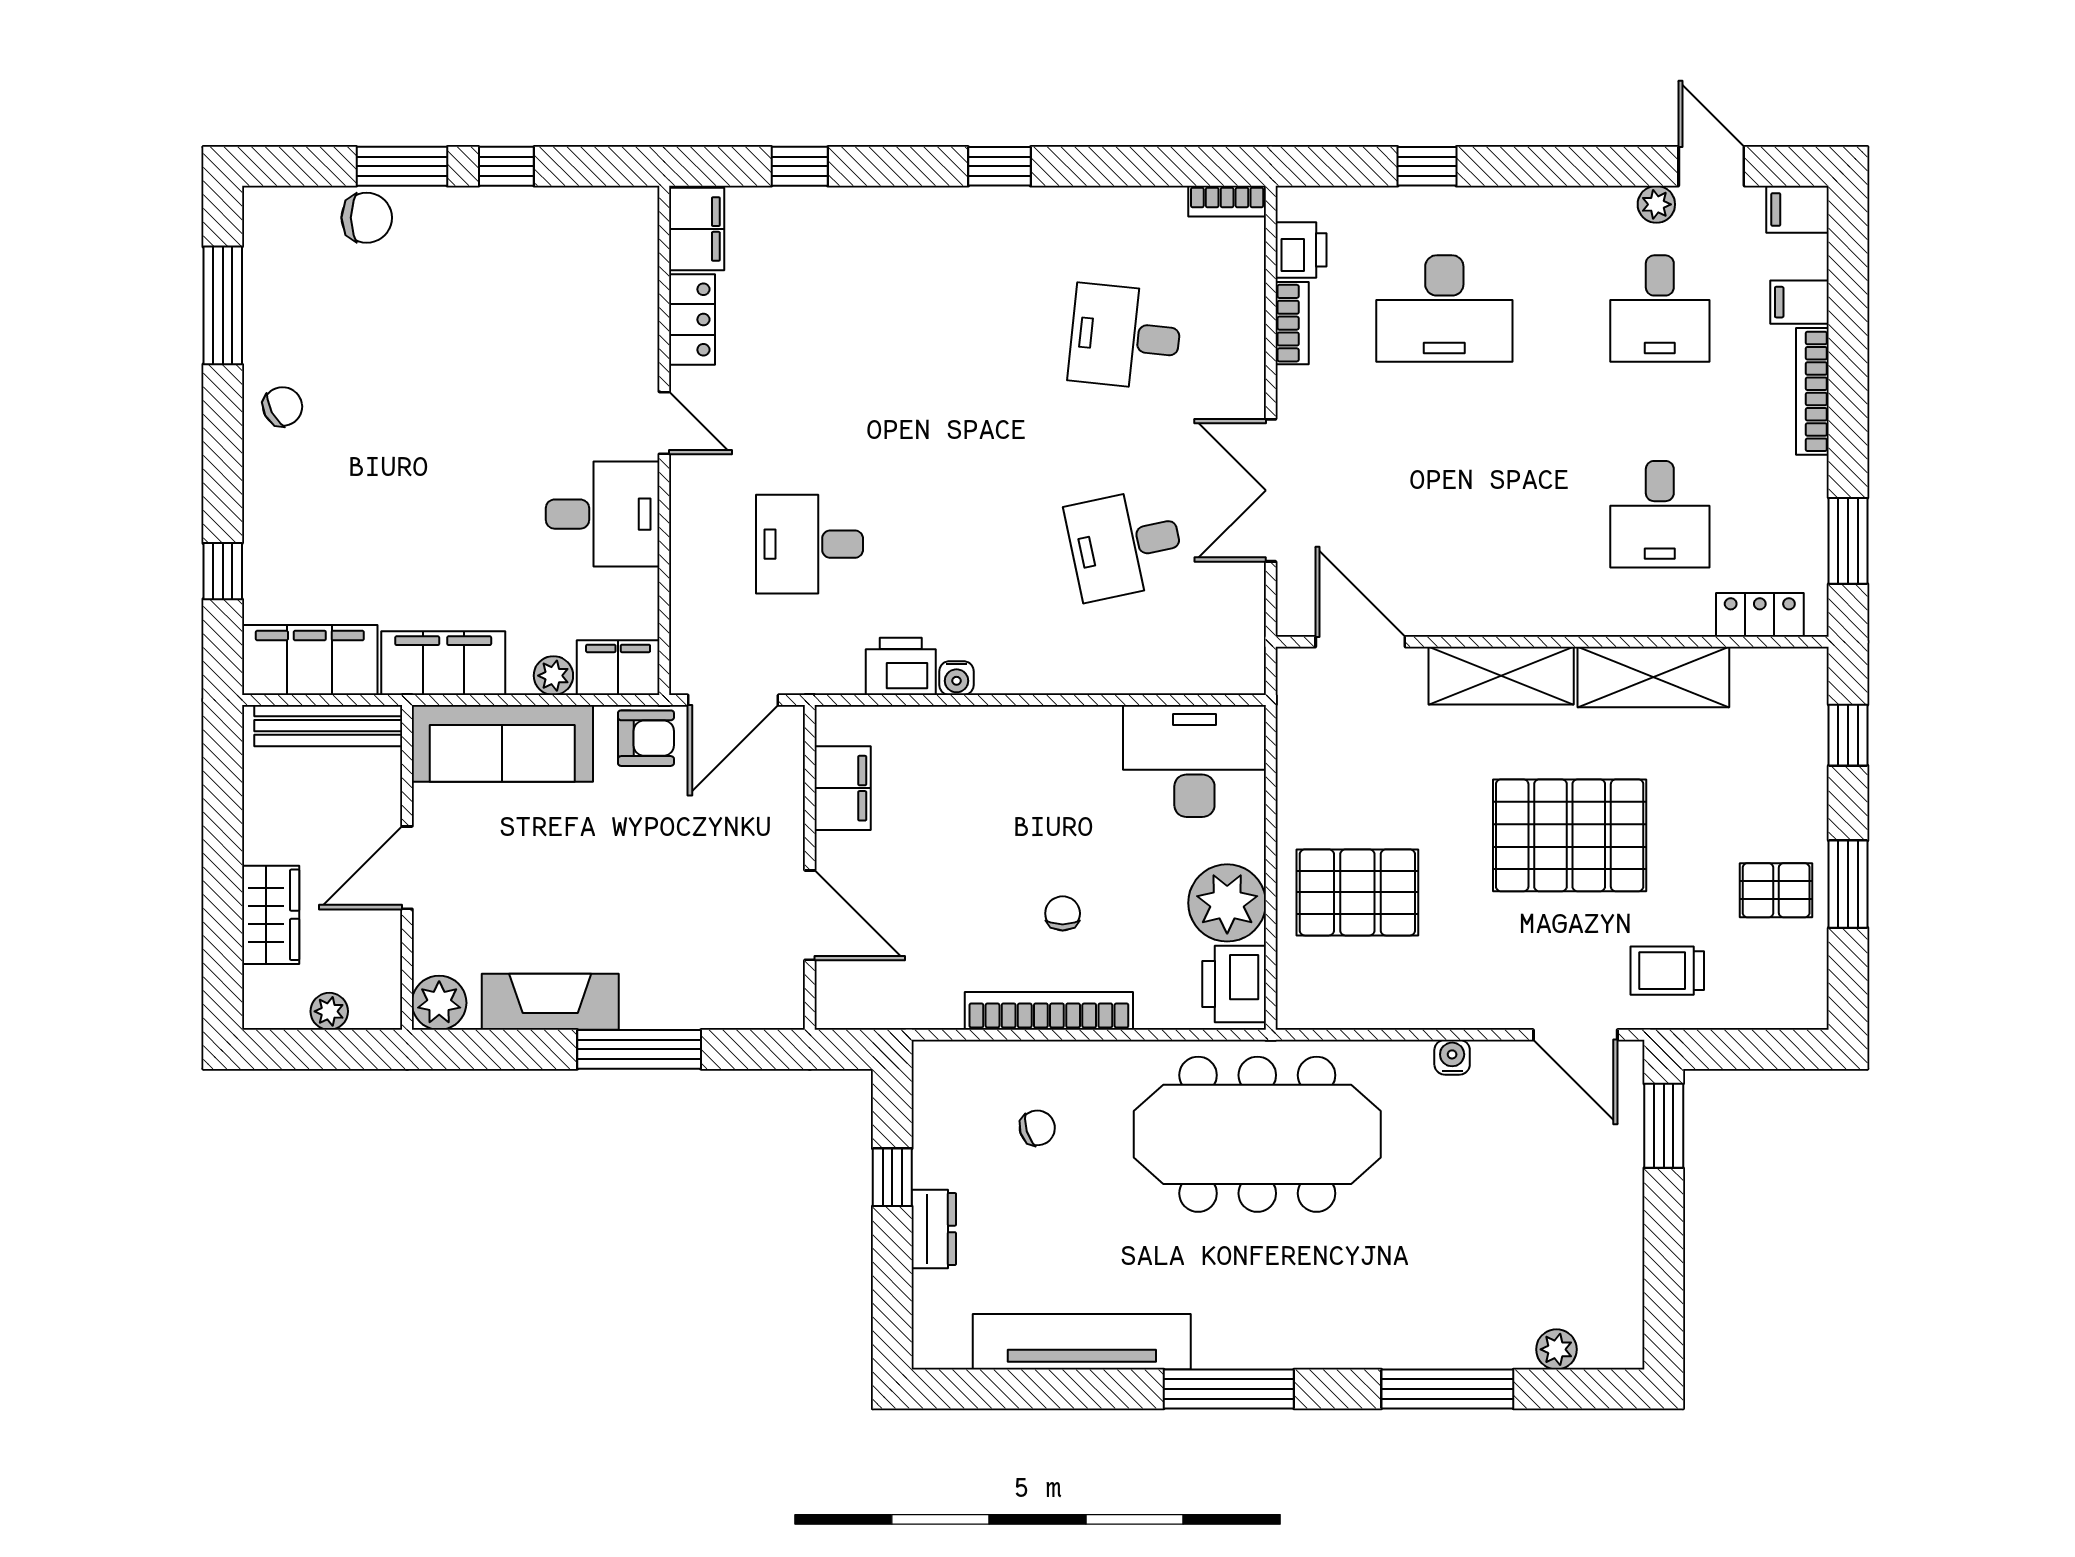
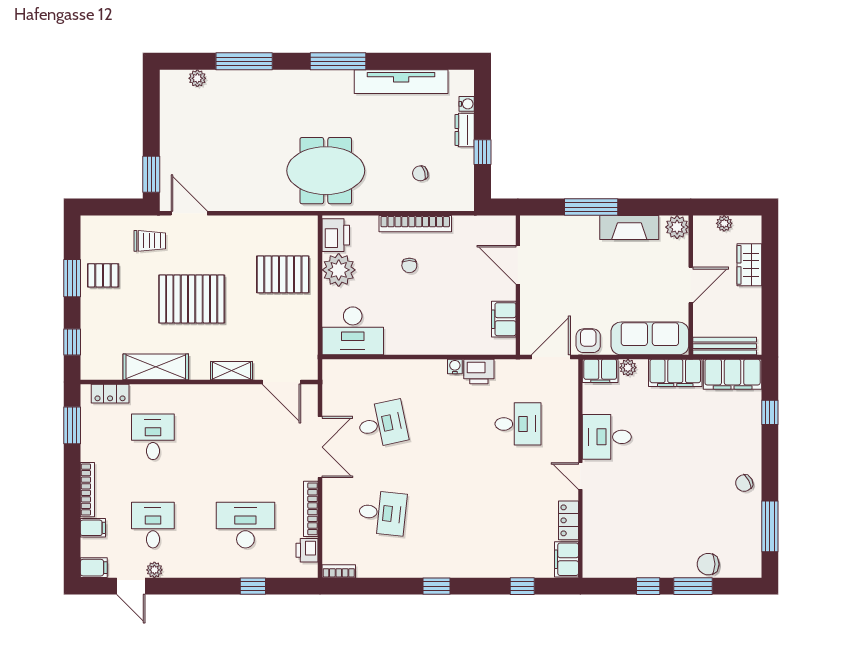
bookcase: (1292, 323) -> (311, 509), width x1.56
shelving: (1501, 676) -> (231, 371), width x0.67, depth x0.75
armchair: (646, 738) -> (588, 341), turned 90
water cooler: (1452, 1057) -> (467, 104), moved, turned -90
meeting table: (1257, 1134) -> (326, 171), width x0.73

